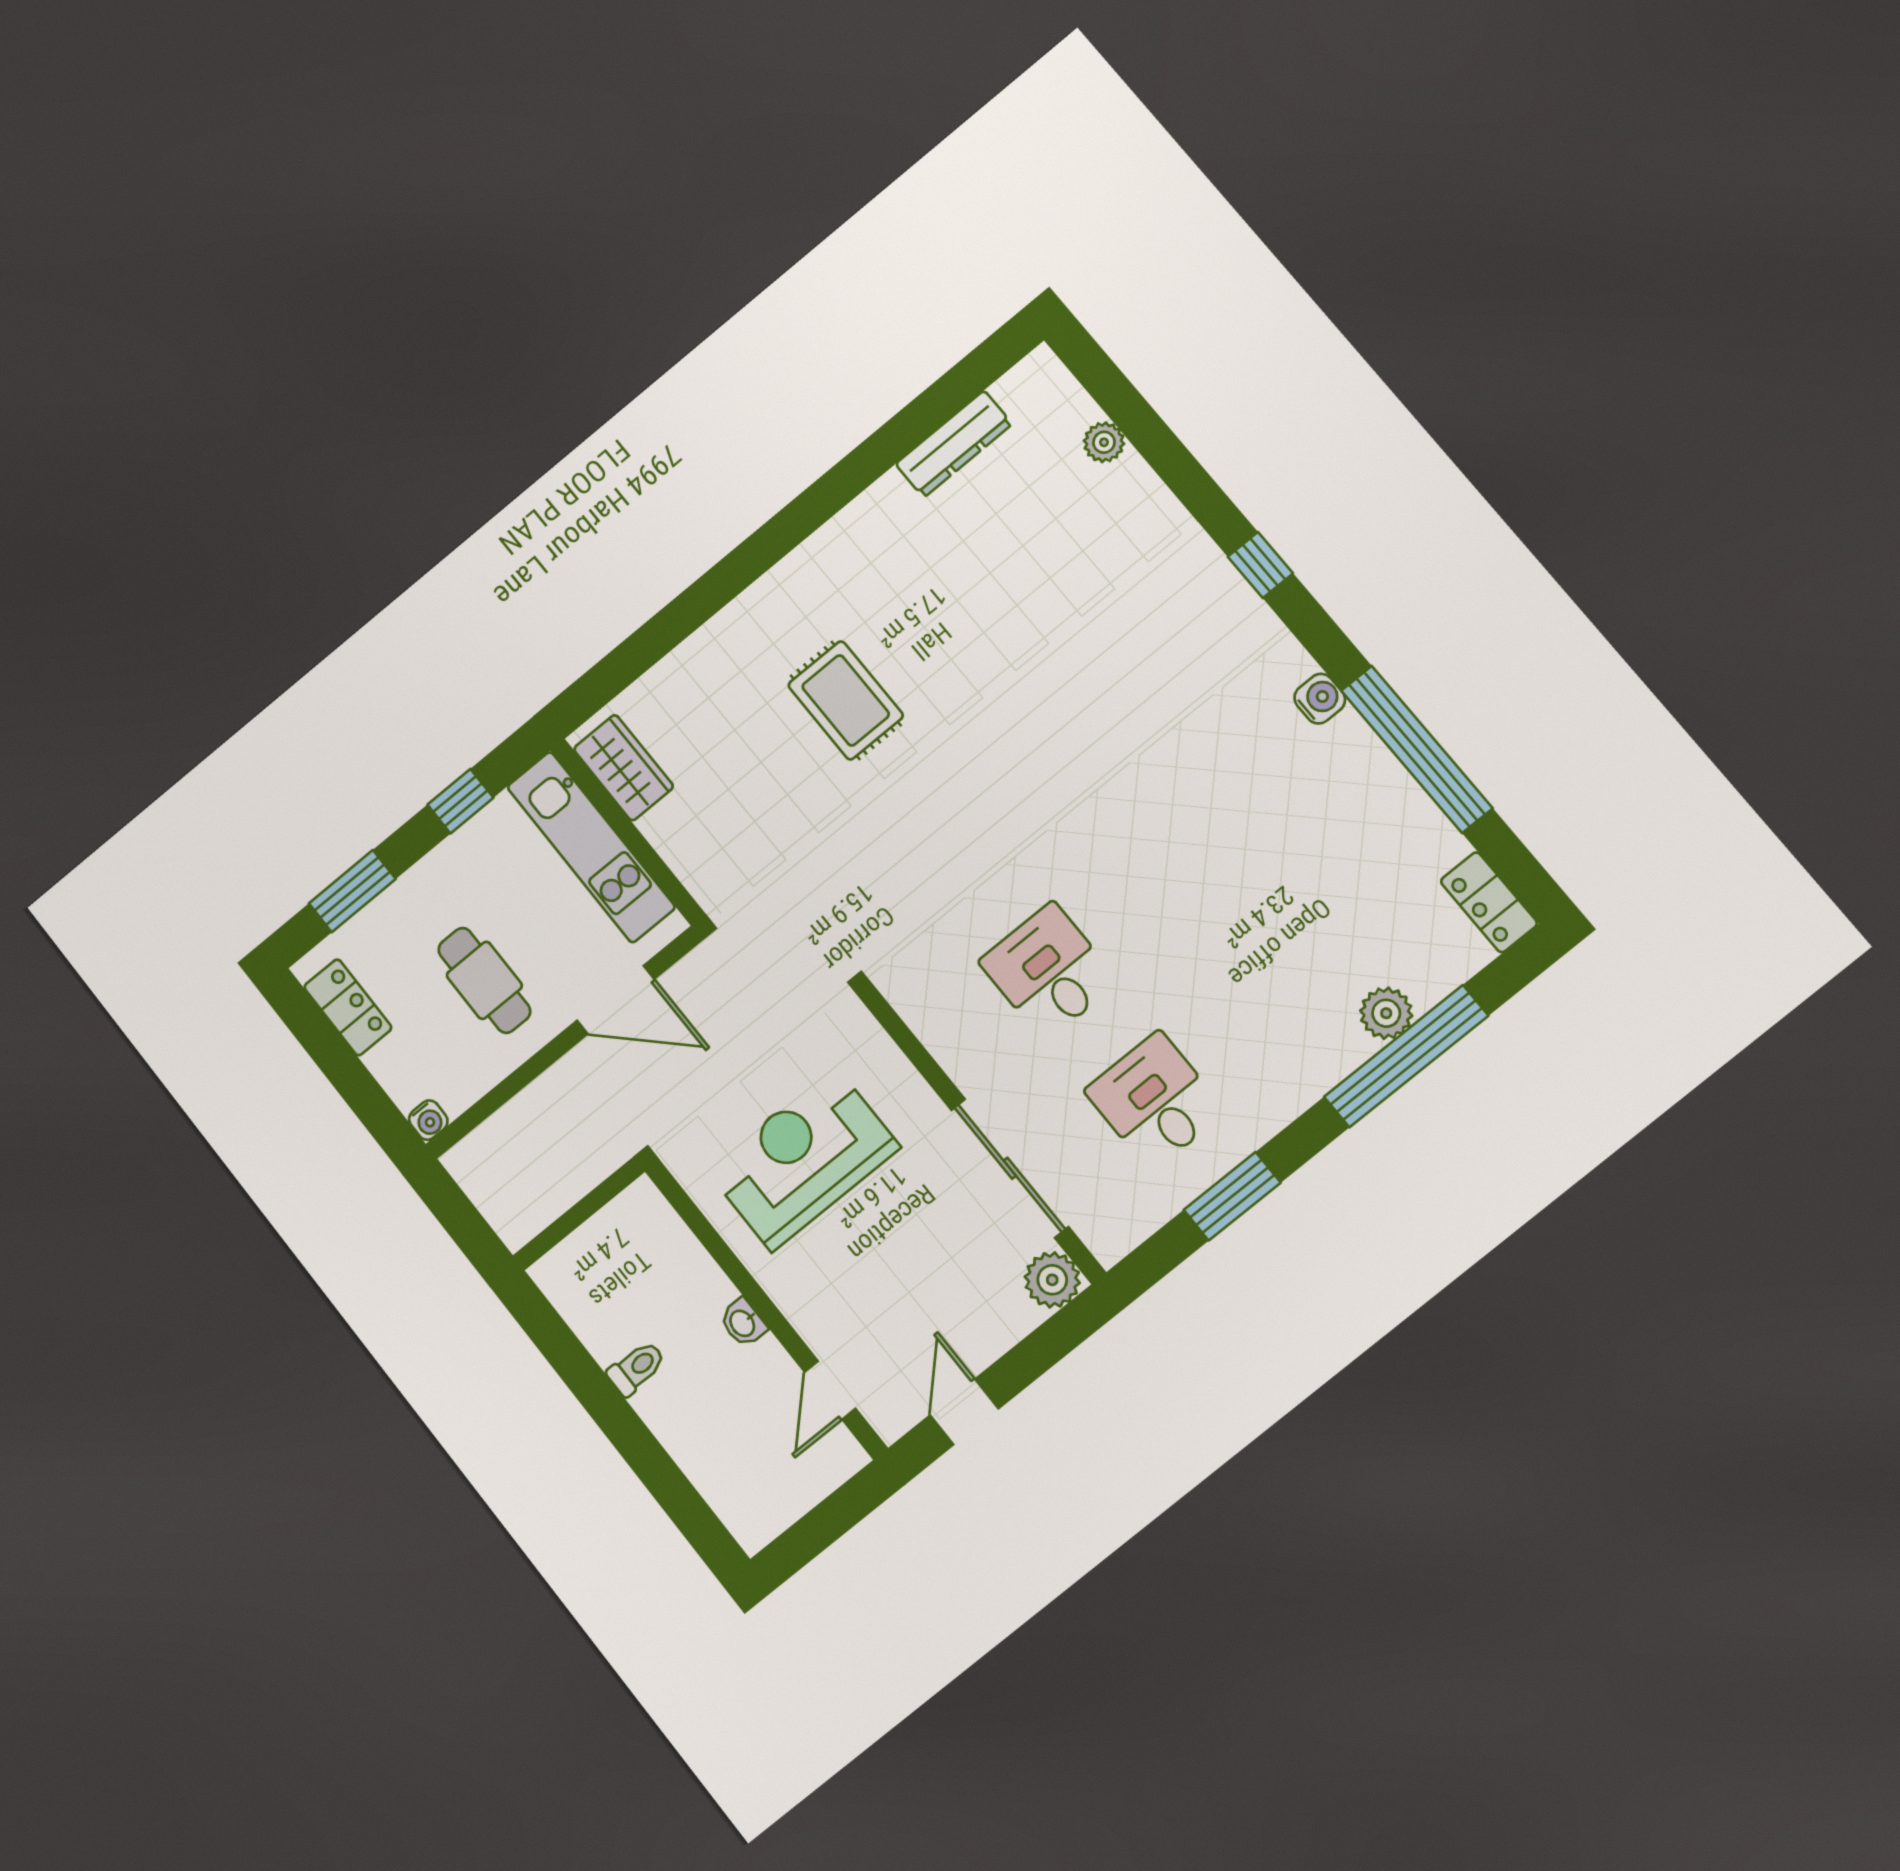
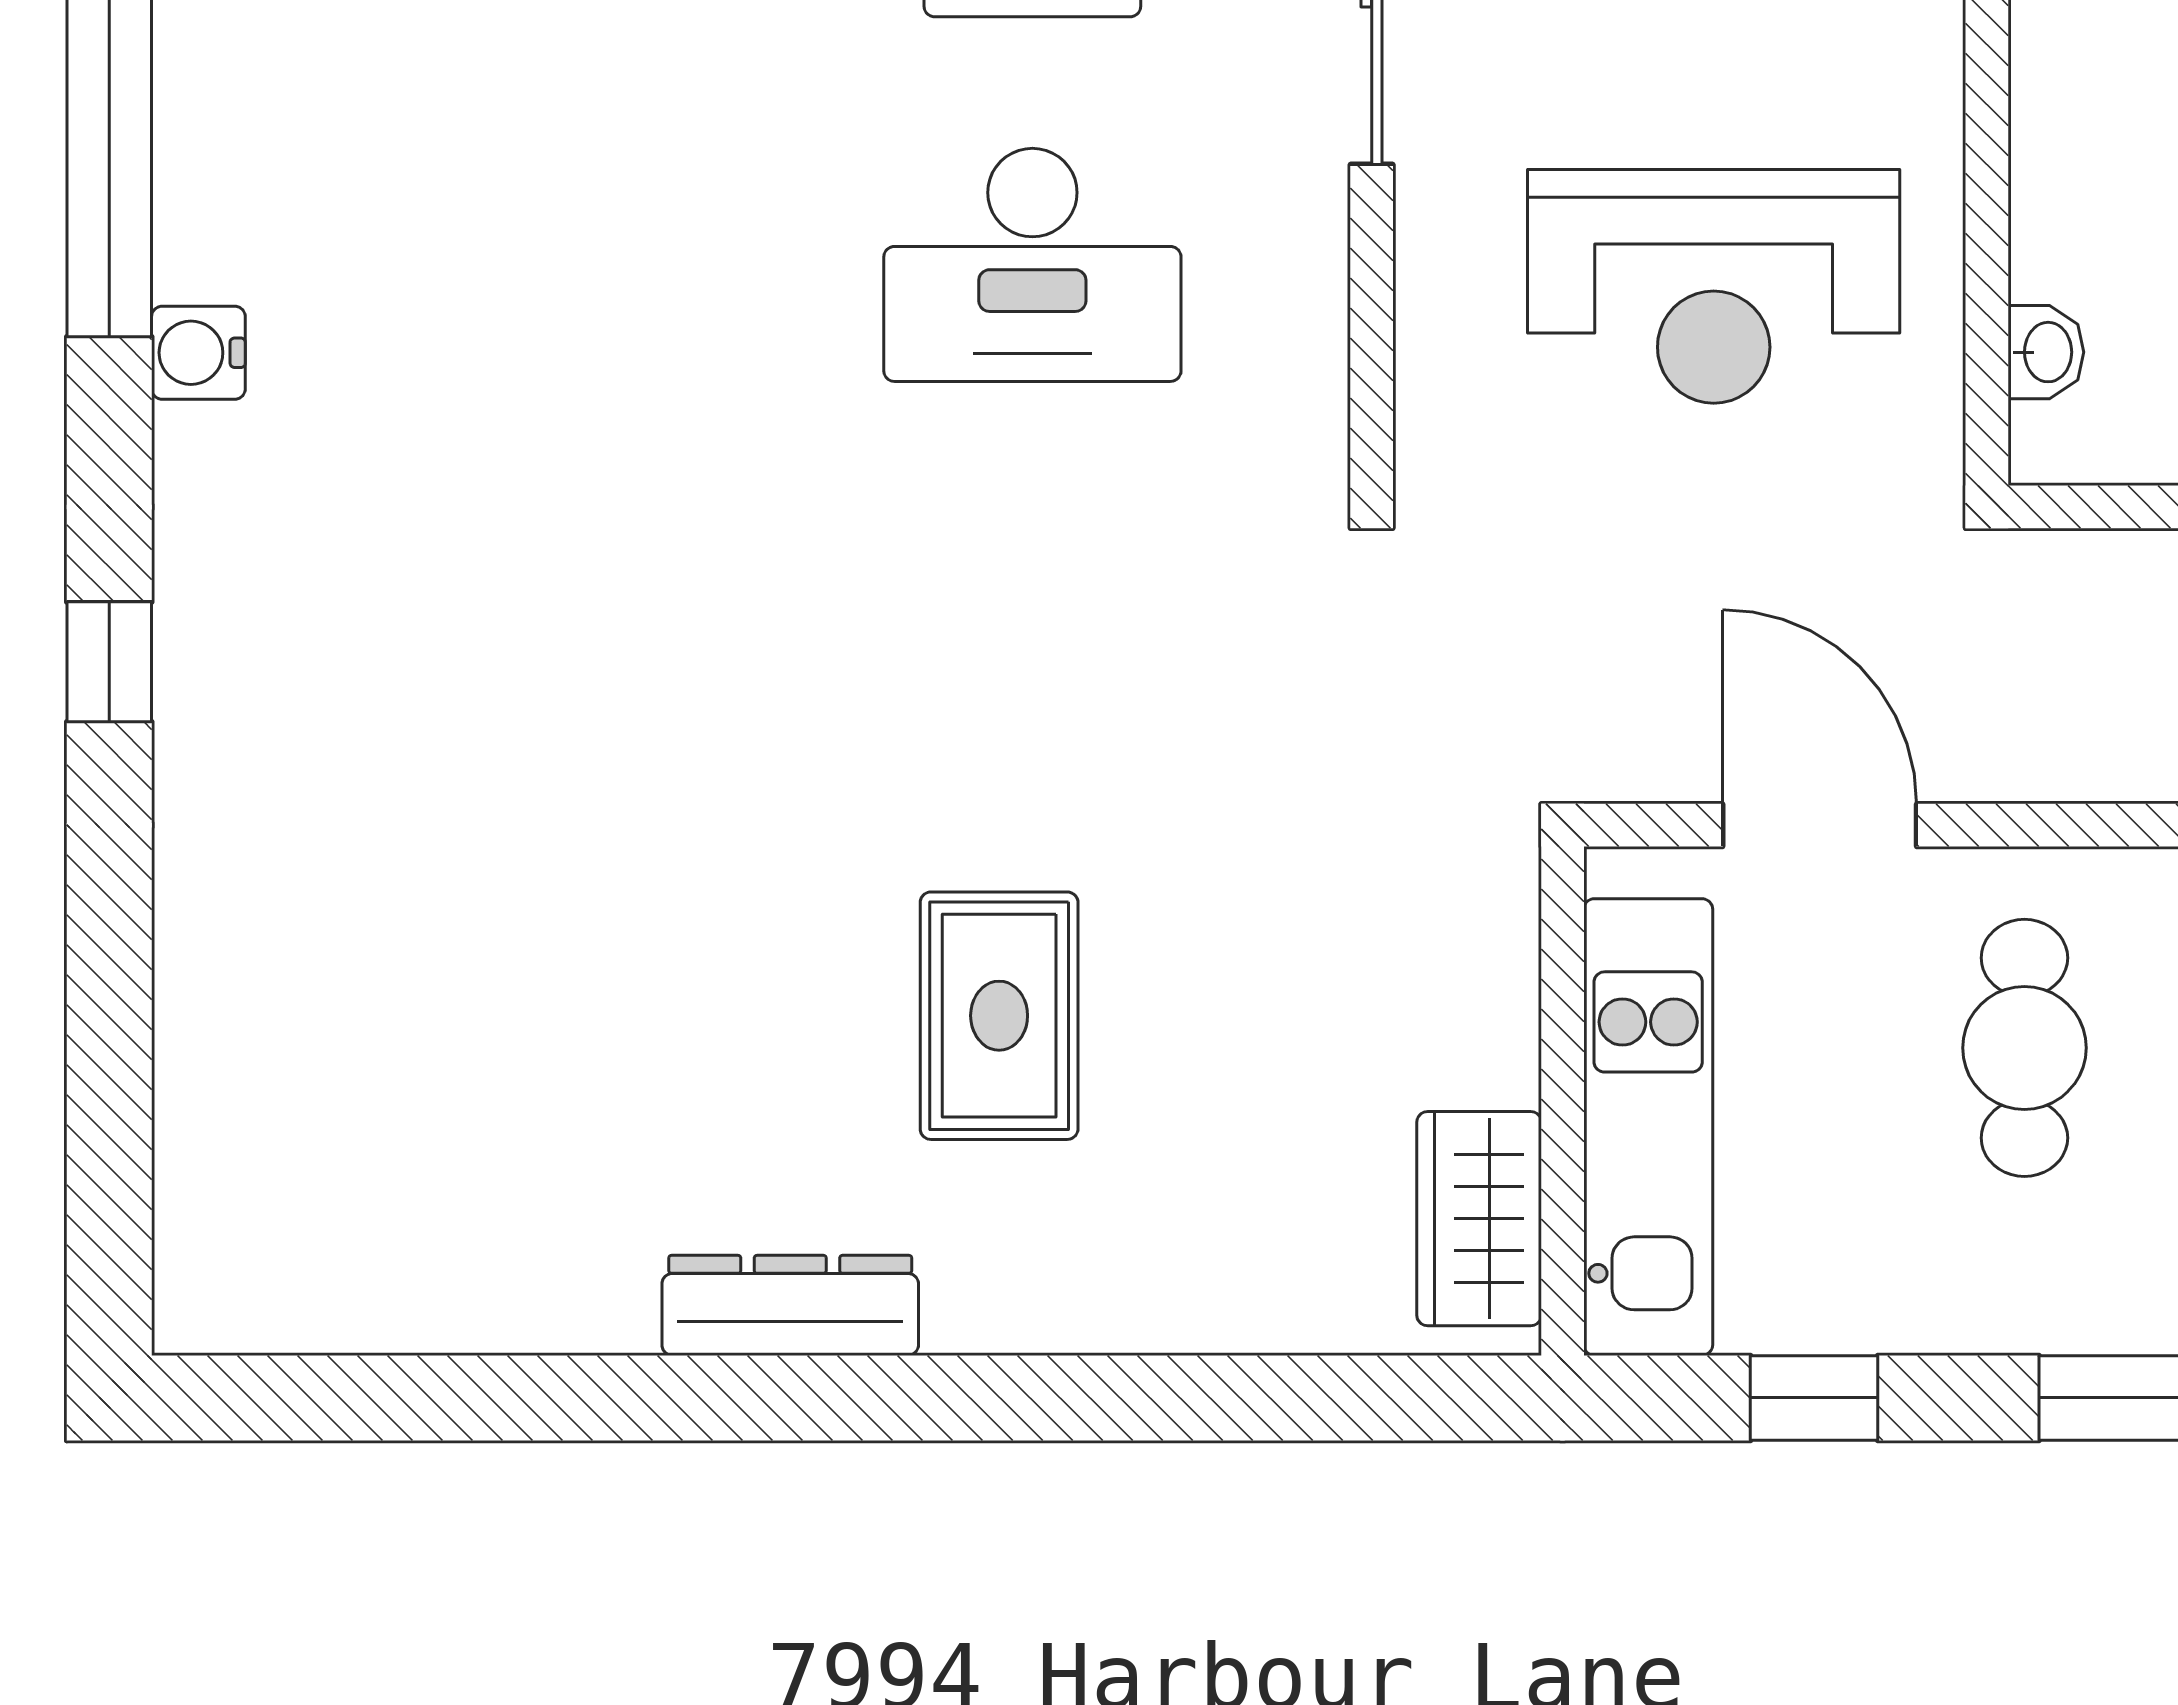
plant: (1104, 442) -> (196, 1093), removed
dresser: (954, 444) -> (790, 1305), moved
desk: (1049, 971) -> (1032, 265), width x1.37
washbasin: (743, 1323) -> (2046, 352), moved

